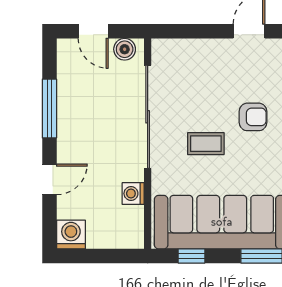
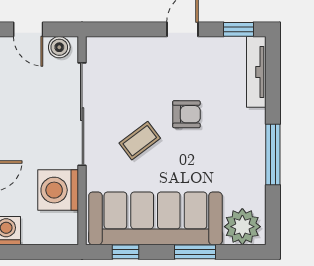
coffee table: (206, 144) -> (140, 141), turned -37
washing machine: (133, 194) -> (58, 190), width x1.89, depth x1.89

